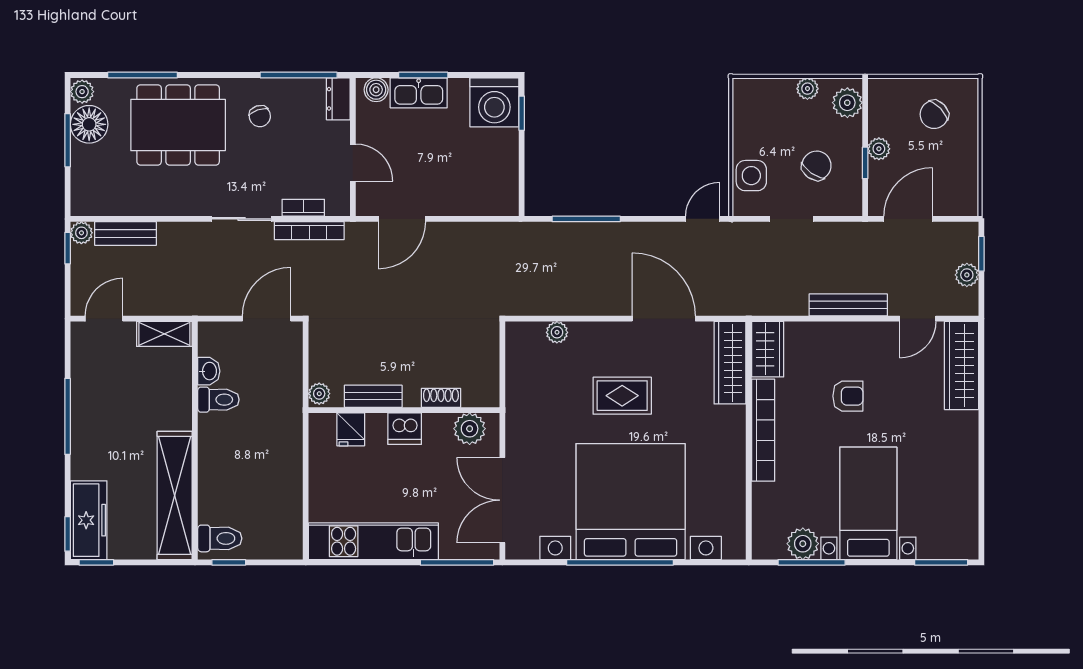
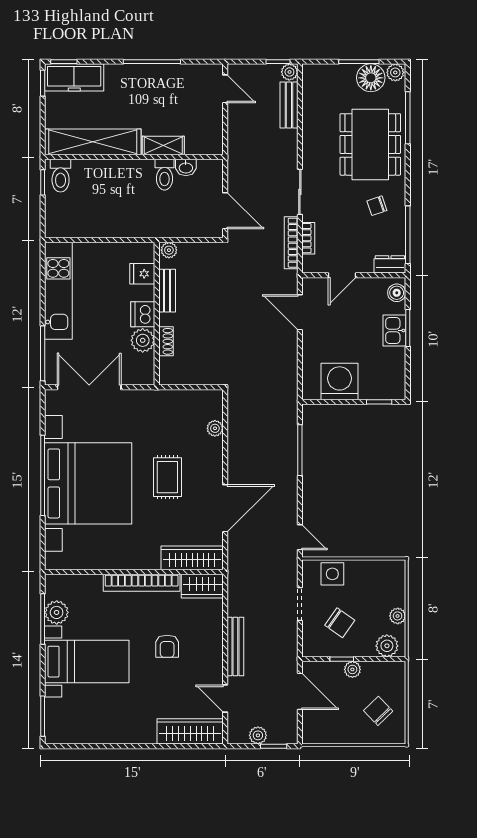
kitchen sink: (419, 93) -> (394, 330), width x0.73
washing machine: (494, 102) -> (339, 381), moved, turned 90
shelving: (164, 334) -> (163, 146), moved, turned 90
plant: (470, 429) -> (143, 340), moved

